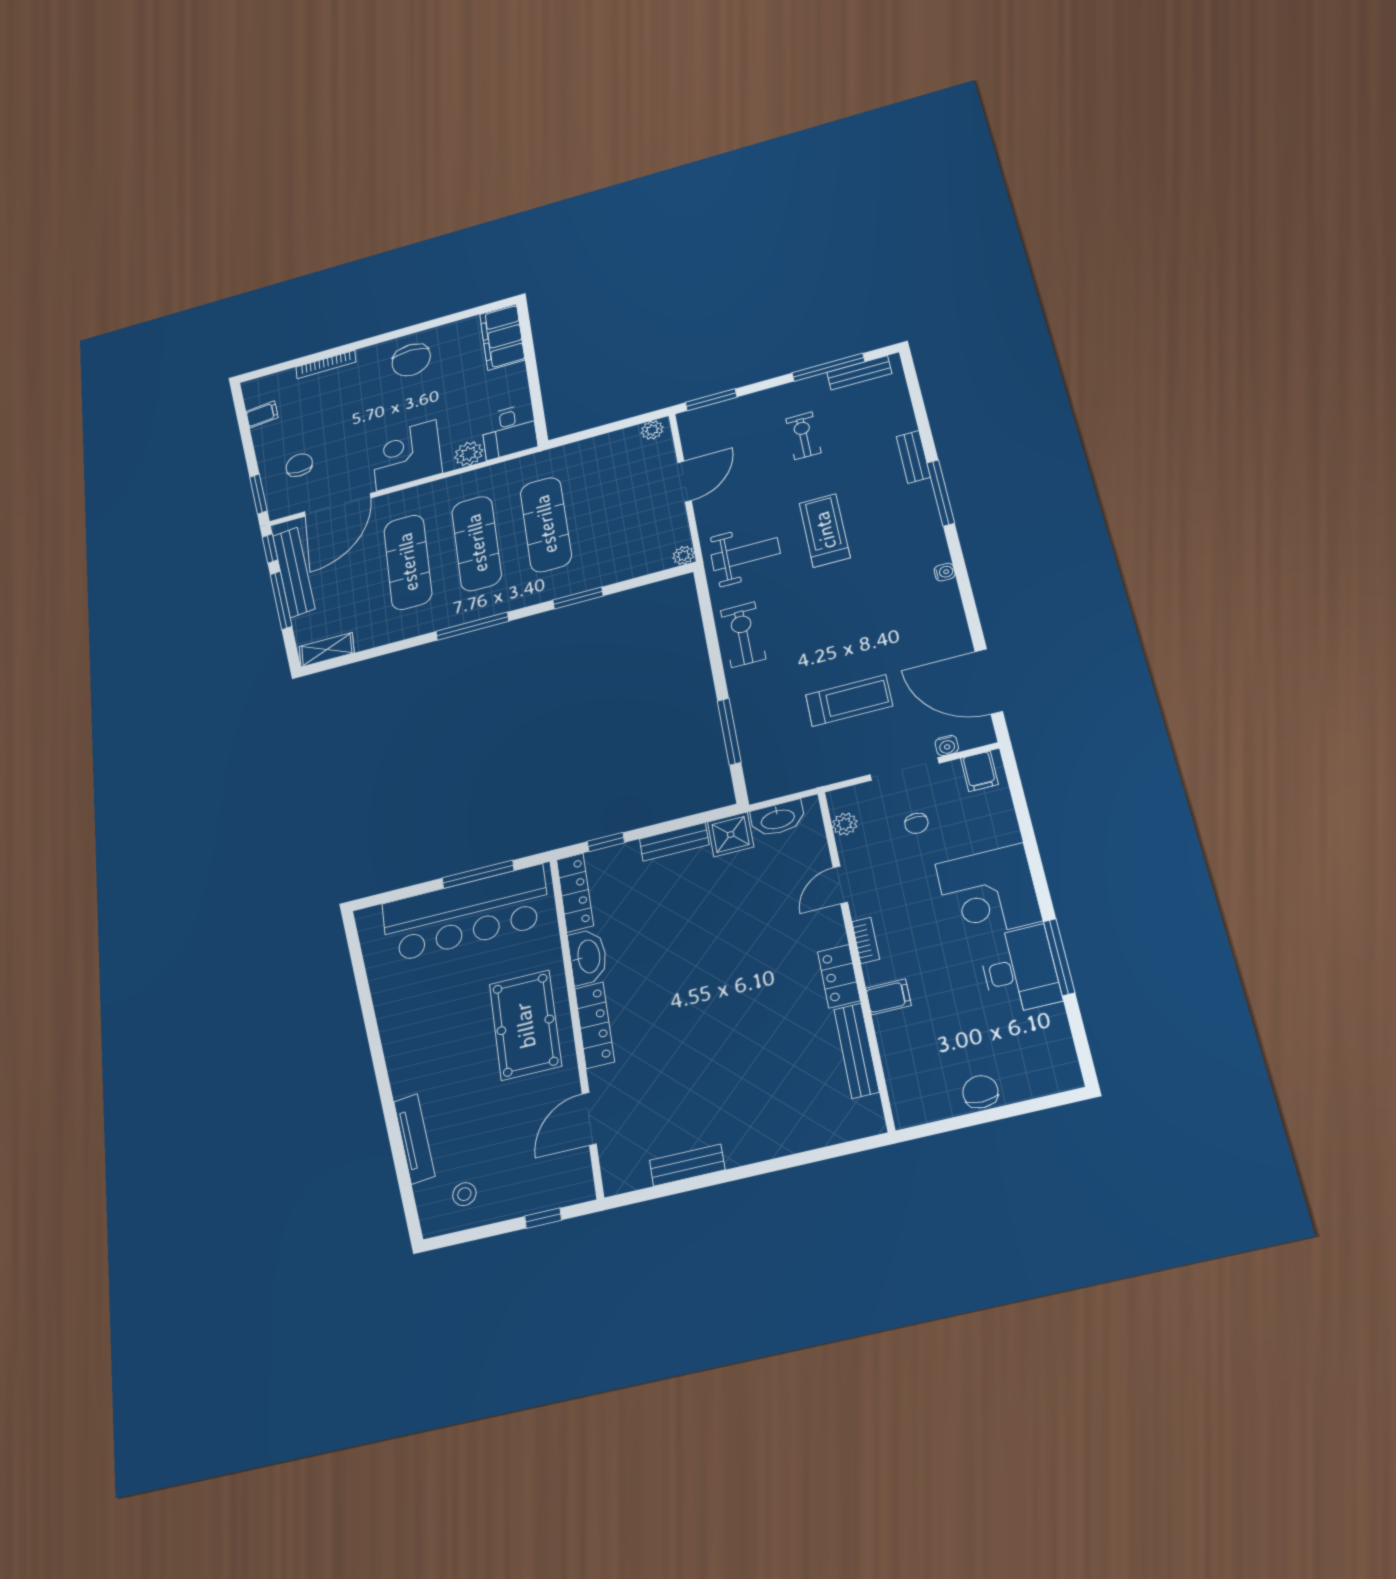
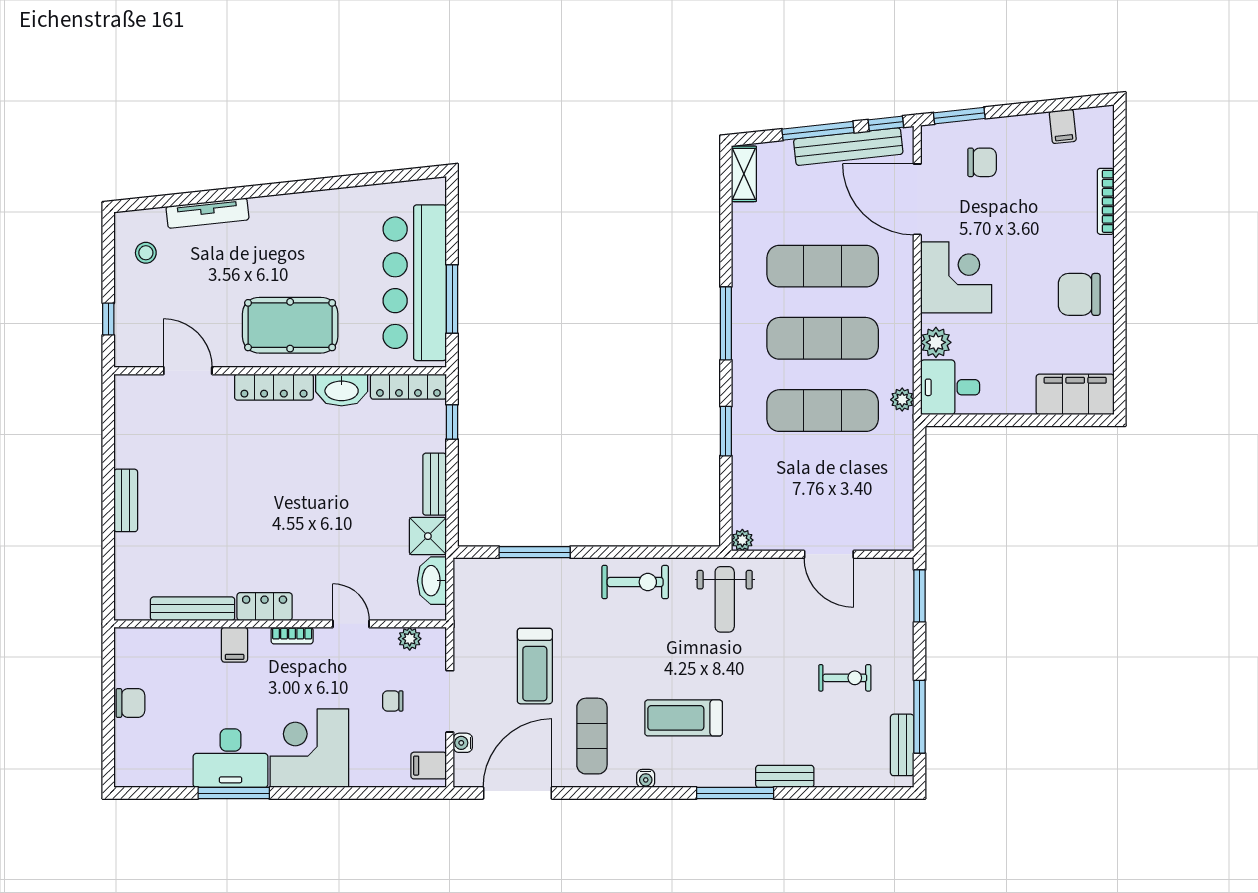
plant: (652, 430) -> (902, 400), moved
treadmill: (825, 530) -> (684, 718), moved, turned 180
exercise mat: (911, 630) -> (592, 736), added
bench: (687, 1165) -> (126, 500), moved

